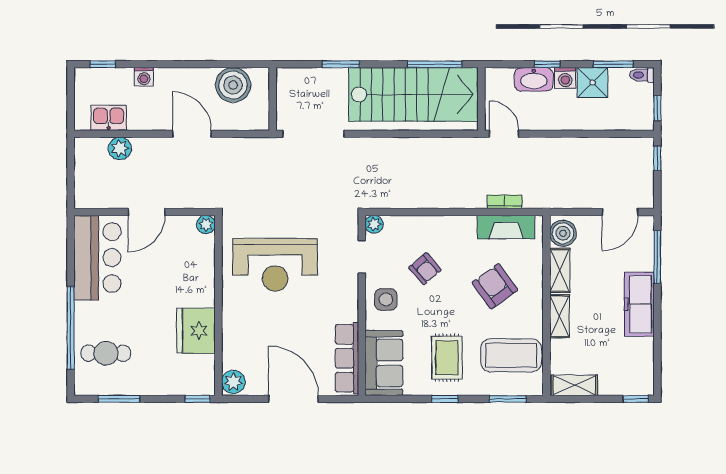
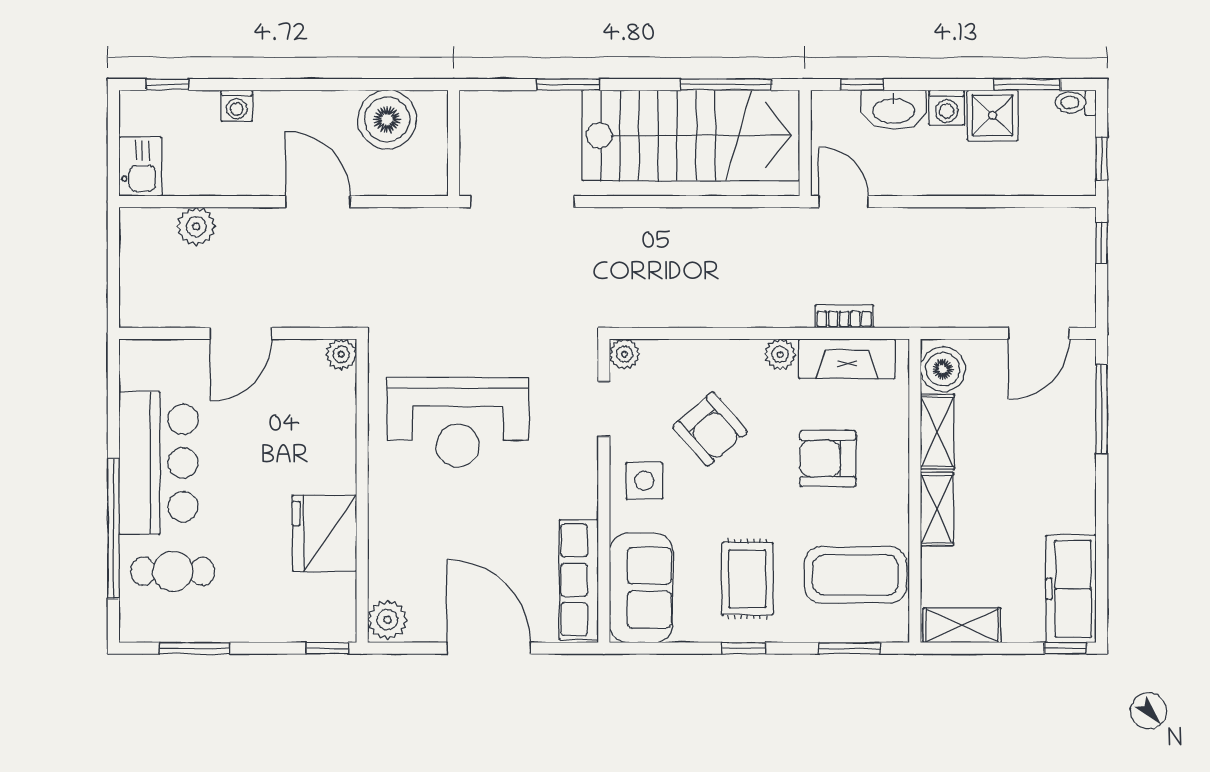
window: (547, 64) -> (862, 85), moved
kitchen sink: (109, 118) -> (140, 167), moved, turned 90
plant: (466, 224) -> (780, 354), added
bar counter: (97, 258) -> (158, 463), moved
armchair: (425, 269) -> (710, 429), width x1.38, depth x1.38
armchair: (495, 286) -> (828, 459), turned -54
freezer: (639, 304) -> (1071, 589), moved

